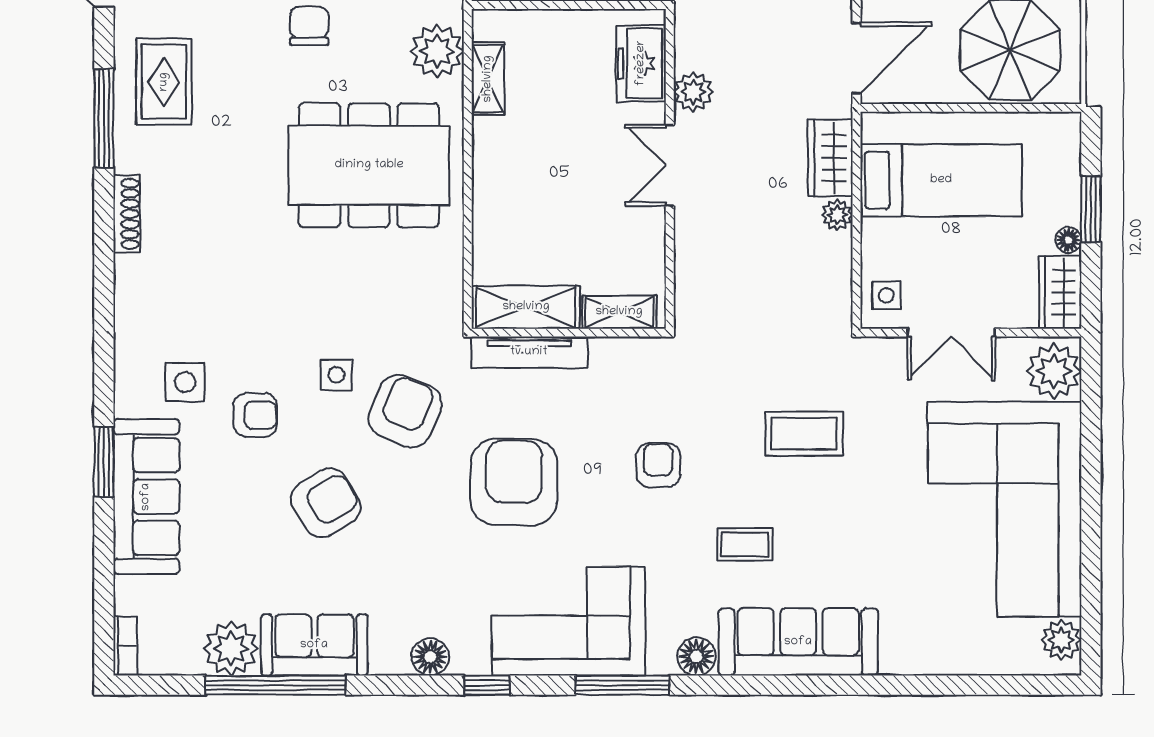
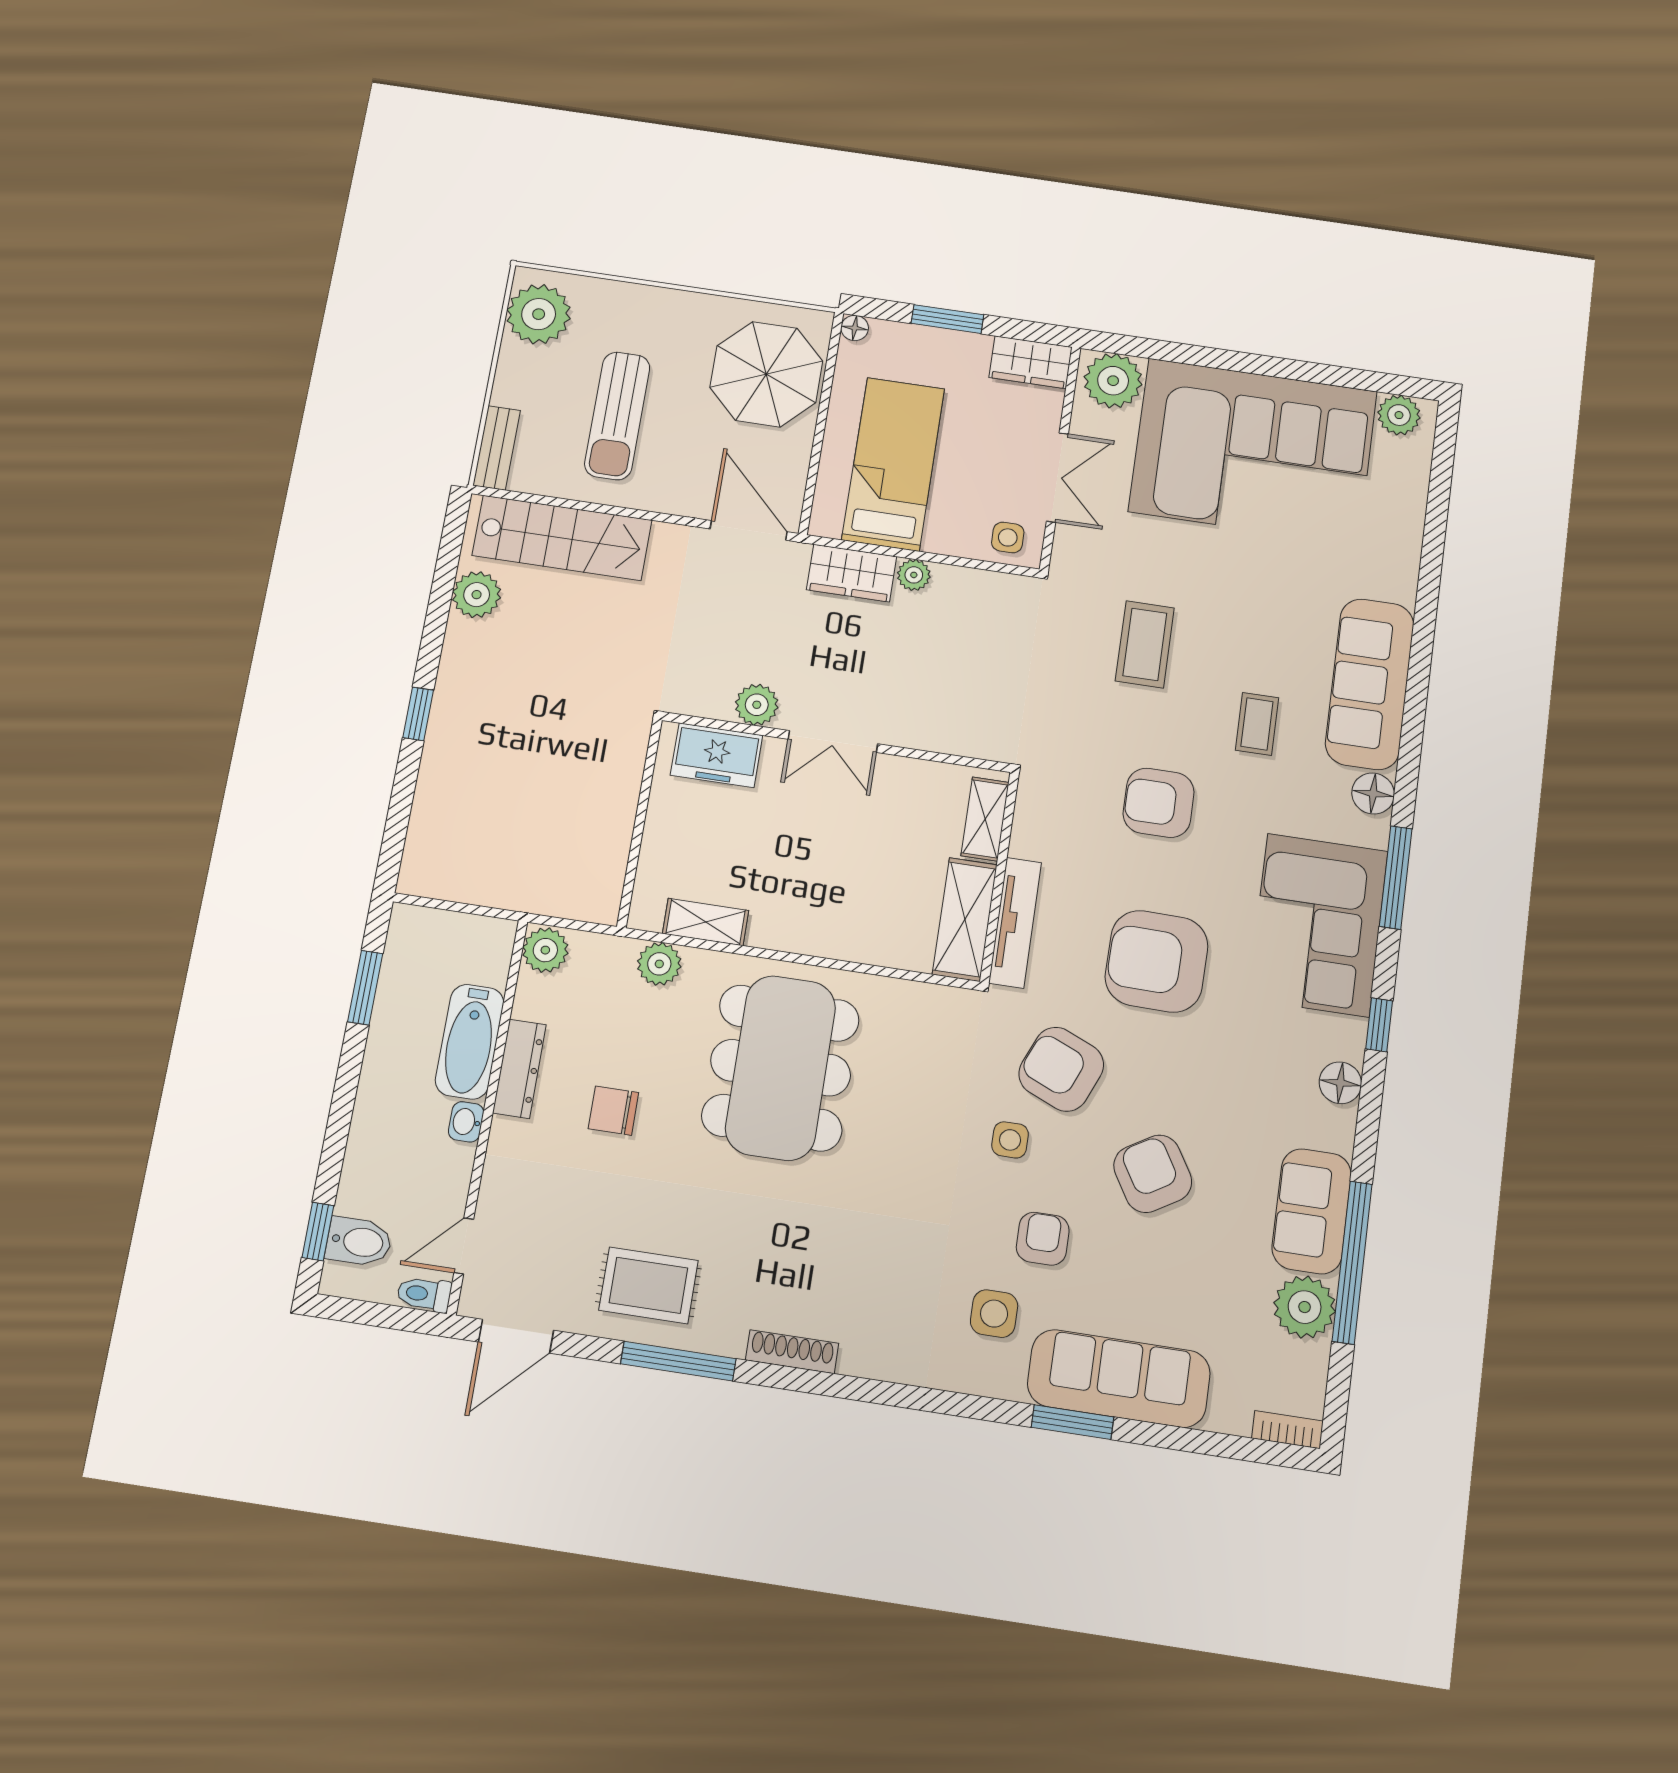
plant: (437, 51) -> (659, 964), width x0.73, depth x0.73
floor lamp: (1068, 240) -> (855, 328), moved
armchair: (658, 465) -> (1159, 803), width x1.38, depth x1.38

